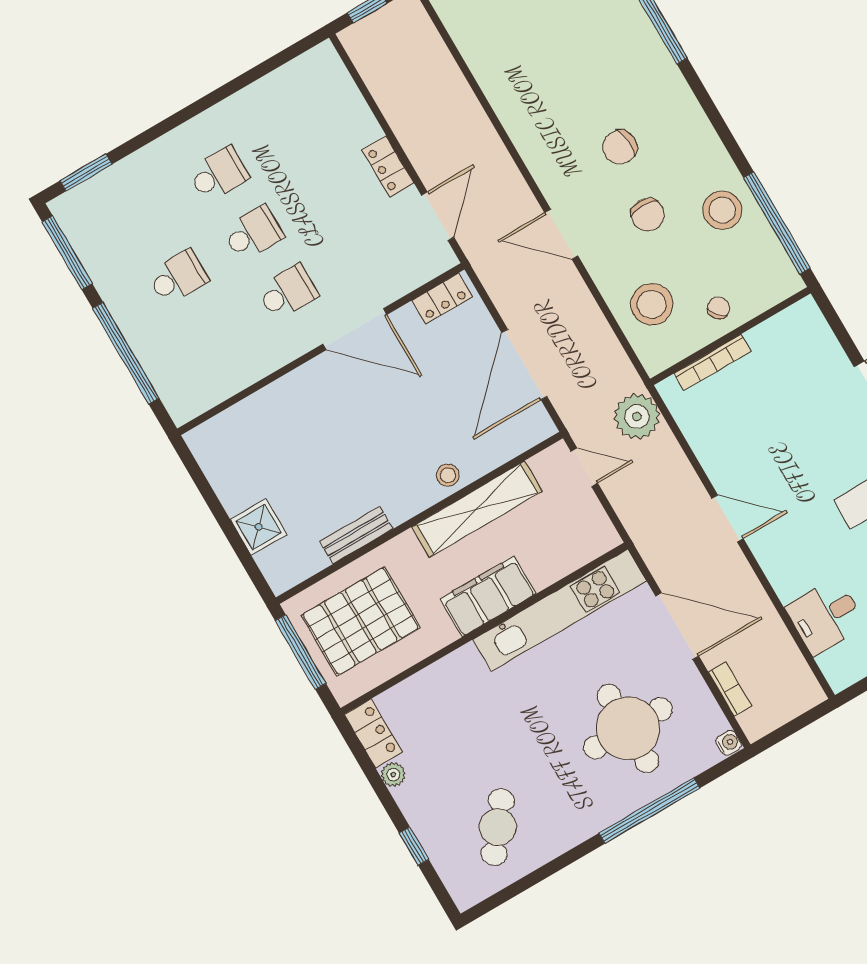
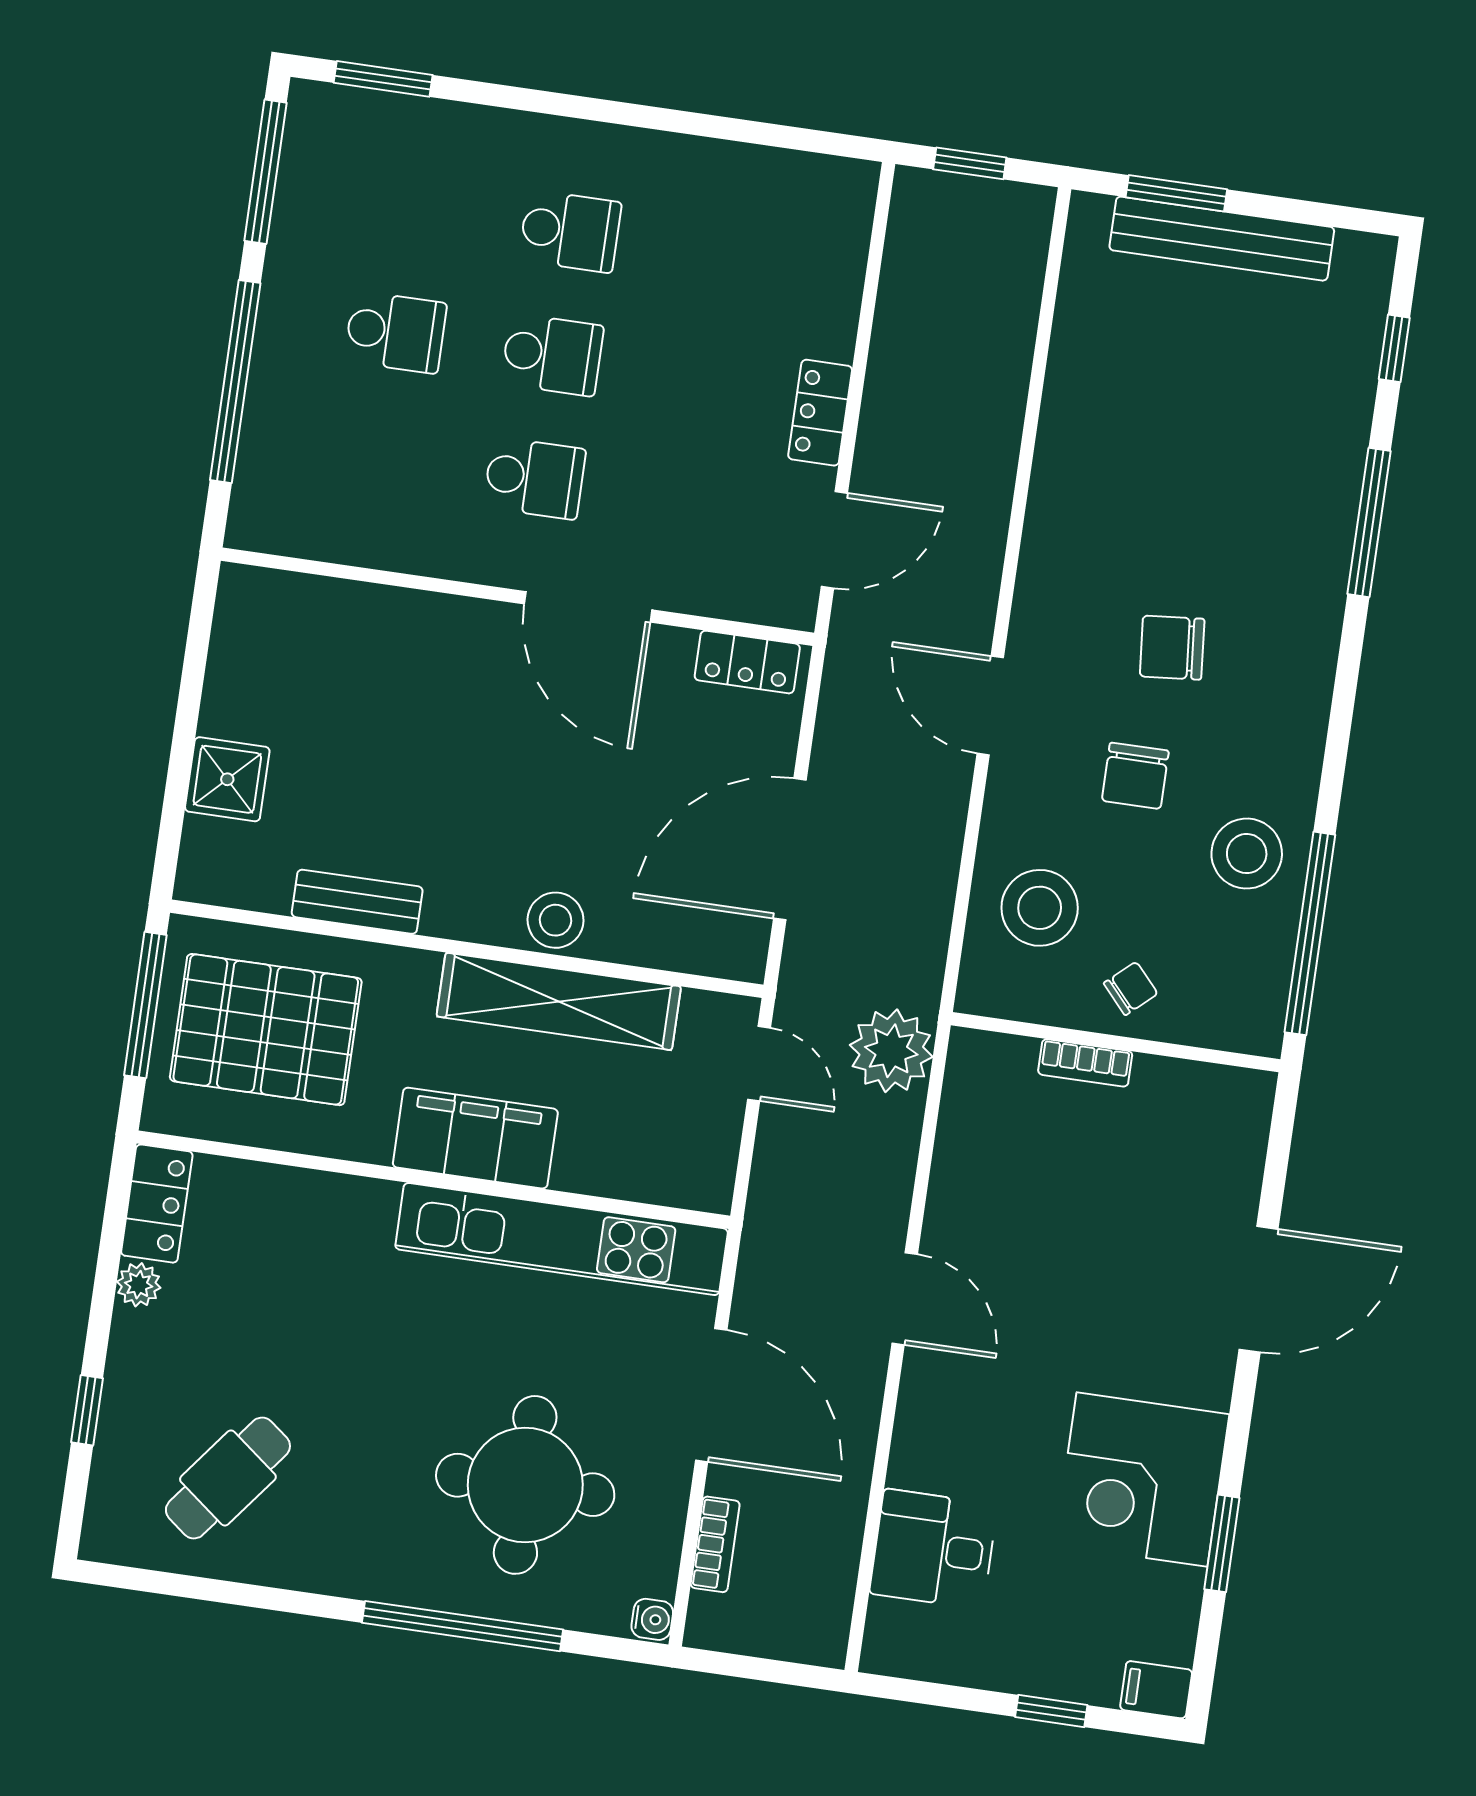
bookcase: (712, 363) -> (1085, 1063), width x0.64
stool: (448, 475) -> (556, 920), width x1.37, depth x1.37

